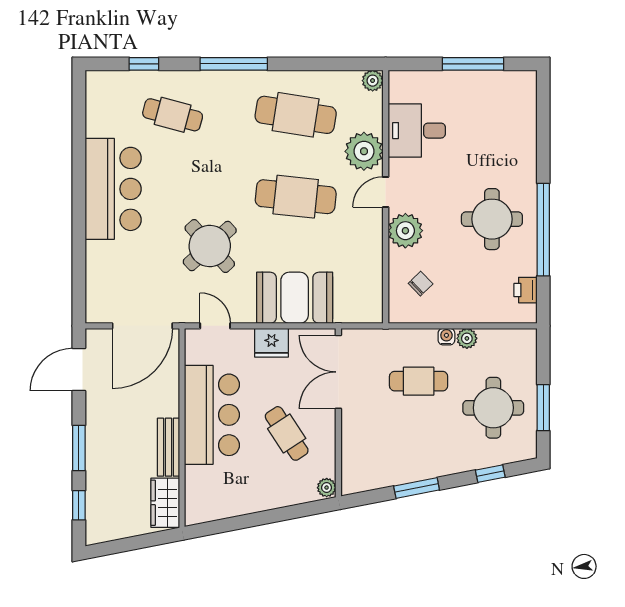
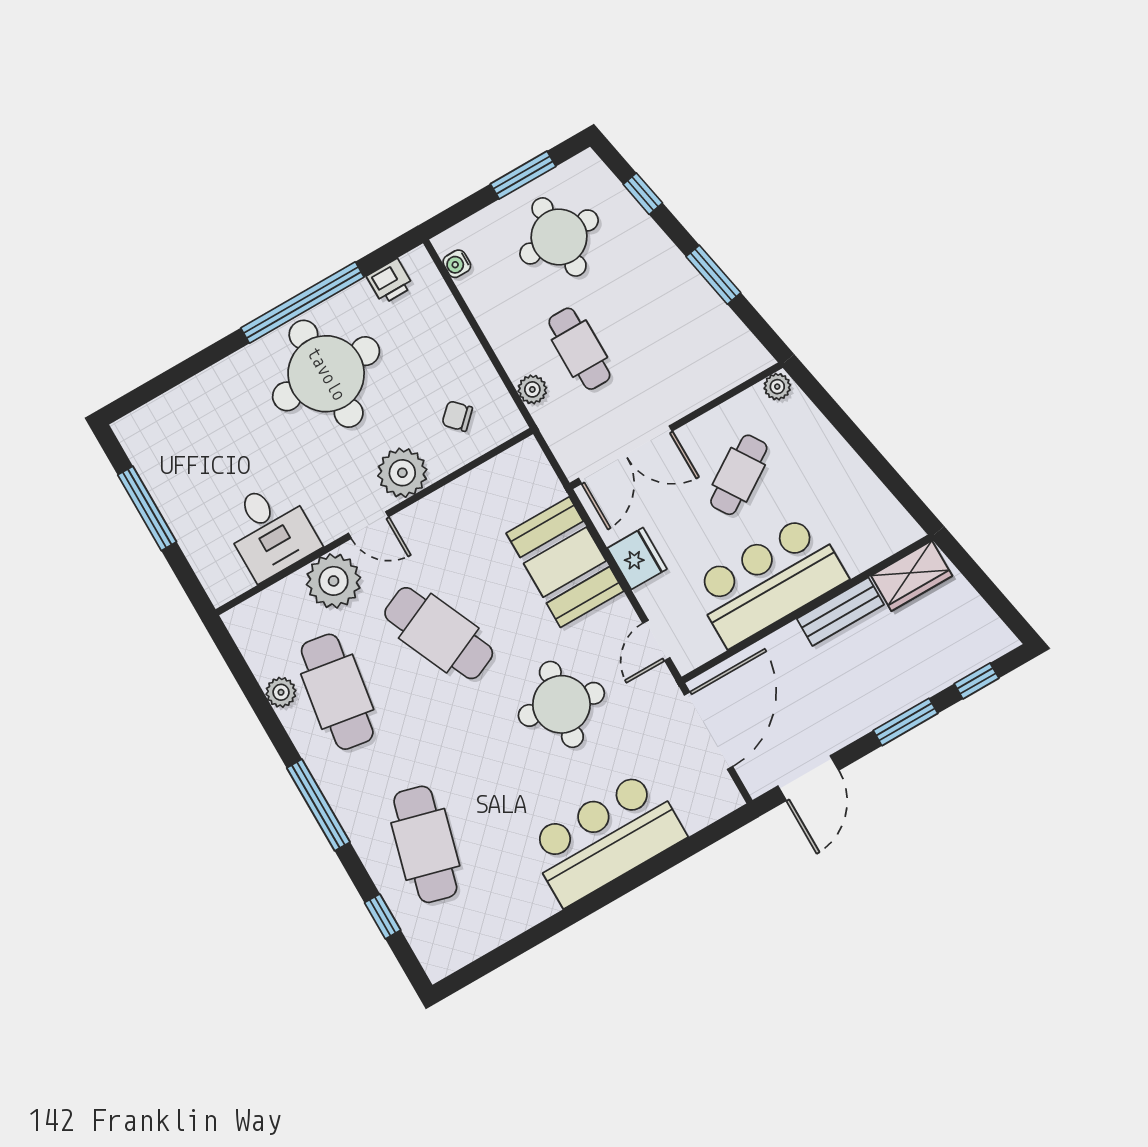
plant: (373, 81) -> (281, 692), moved
cafe table: (173, 115) -> (425, 844), width x1.37, depth x1.35
bar counter: (113, 189) -> (606, 838), moved
cafe table: (296, 197) -> (439, 633), turned -30
round table: (492, 219) -> (326, 374), width x1.36, depth x1.36
round table: (210, 246) -> (561, 704), turned -37
door: (142, 326) -> (709, 731), hinge flipped
water cooler: (446, 337) -> (457, 264), moved
plant: (467, 338) -> (532, 389), moved
door: (79, 370) -> (808, 778), hinge flipped

